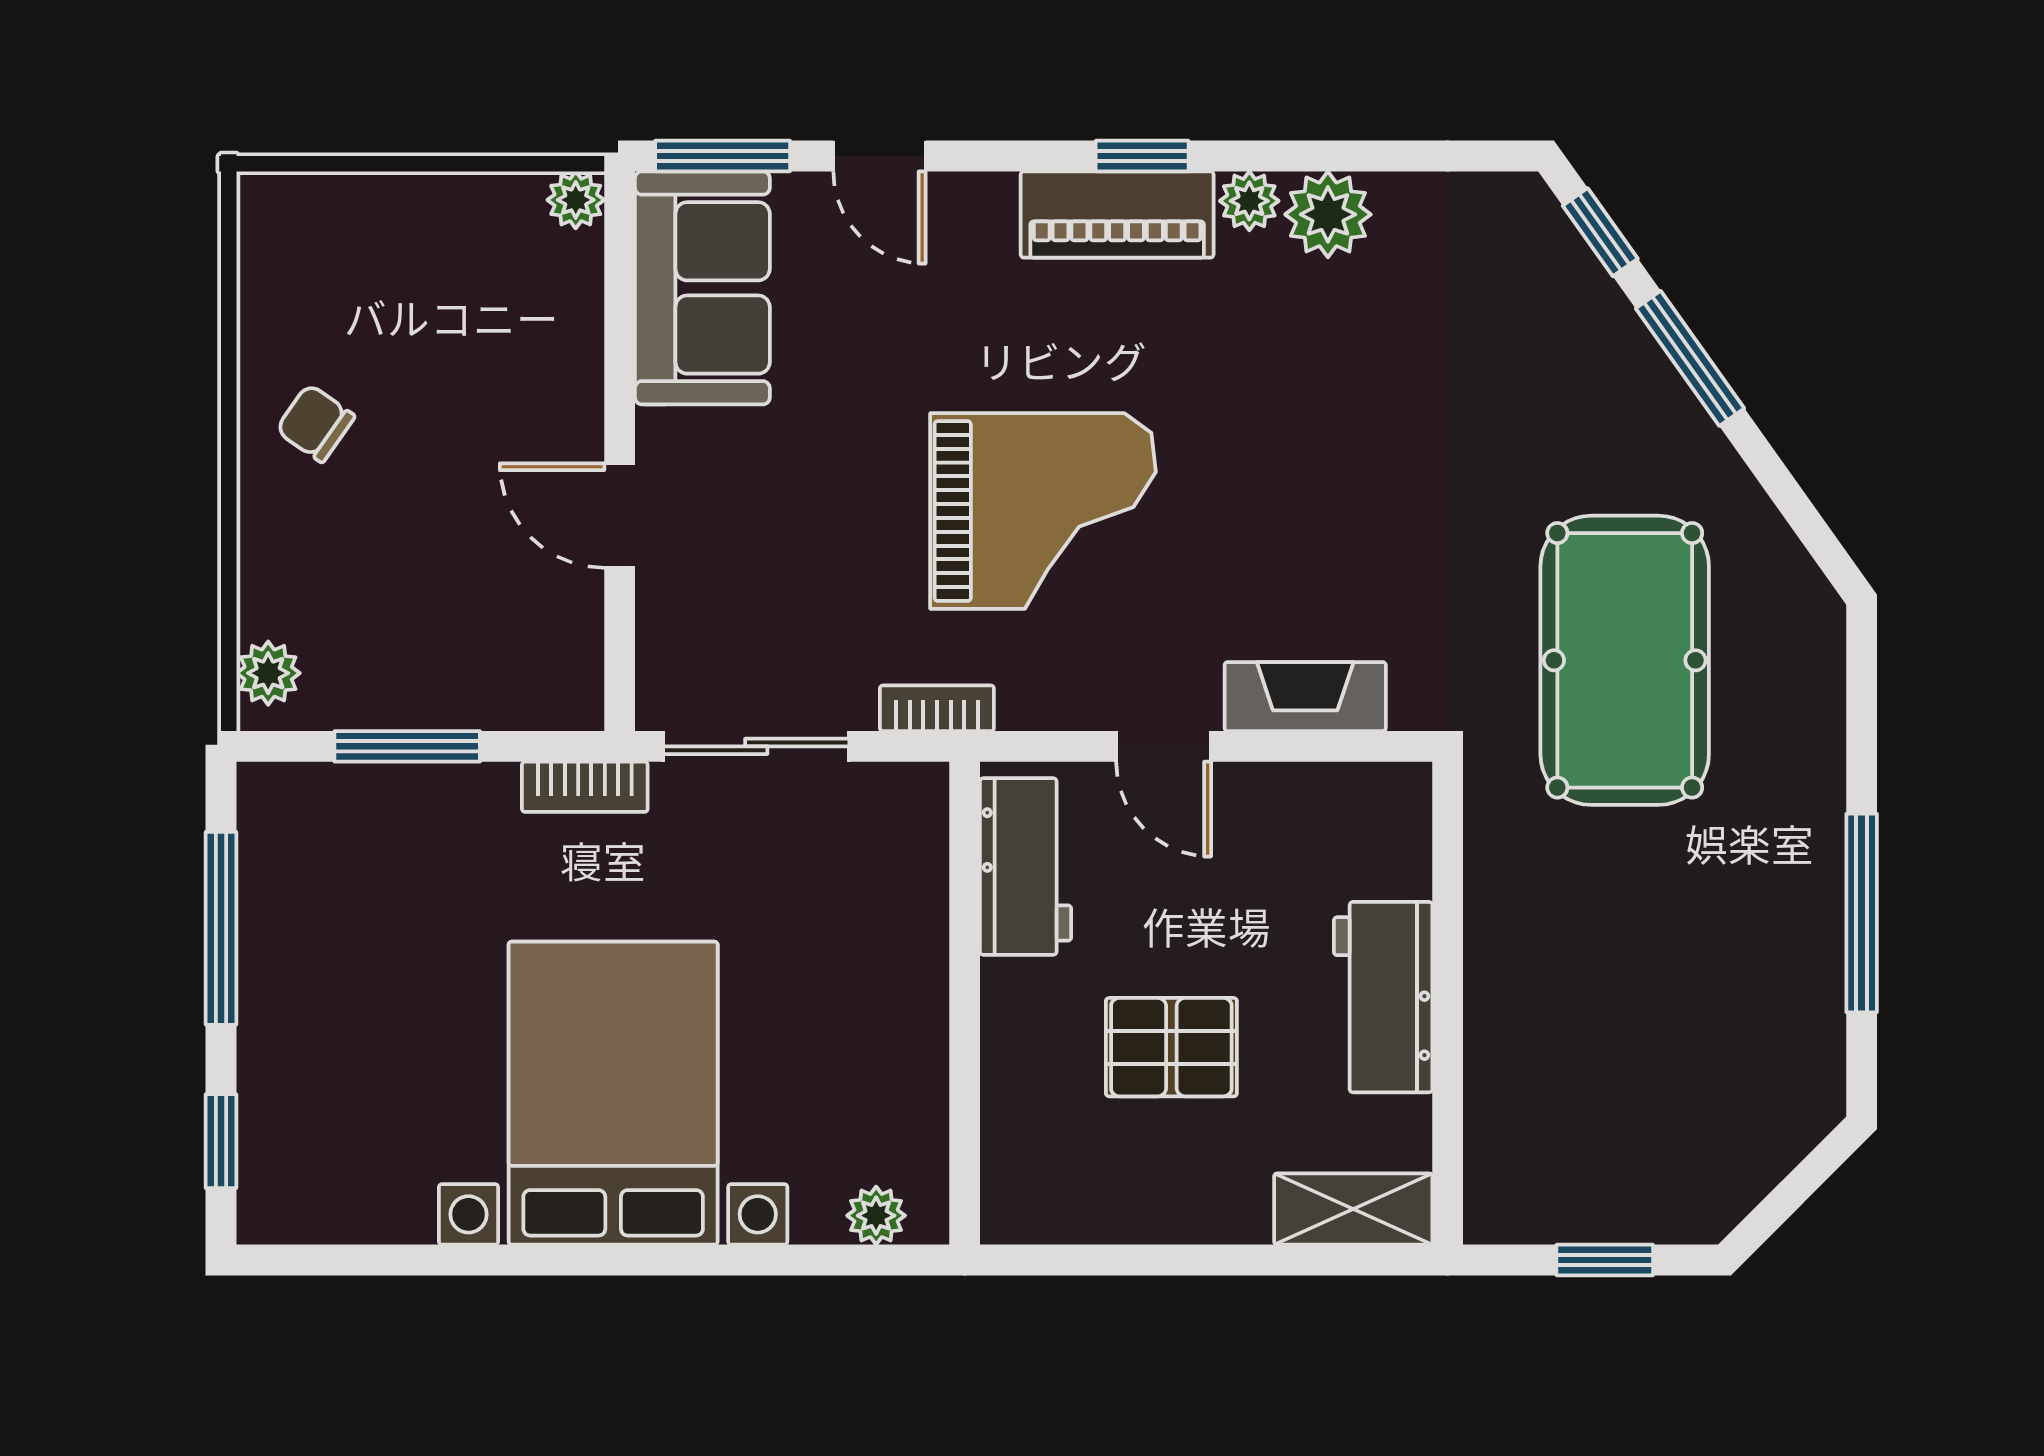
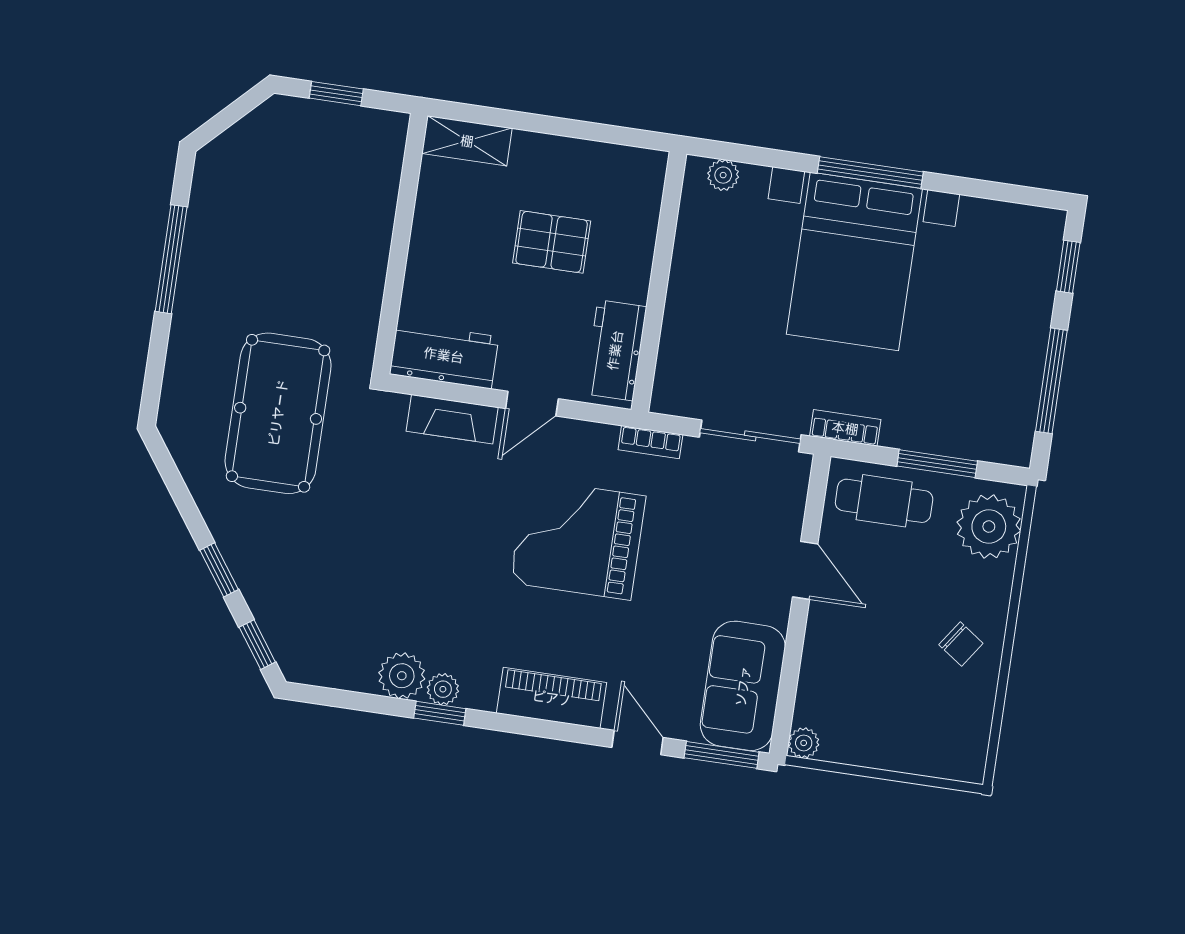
window: (1142, 156) -> (440, 713), moved
piano: (1117, 214) -> (552, 698), moved
window: (1690, 358) -> (219, 570), width x0.67
cafe table: (494, 664) -> (884, 501), added
plant: (268, 673) -> (989, 526), width x1.88, depth x1.88
door: (1164, 746) -> (532, 404), swing flipped
workbench: (1383, 997) -> (444, 355), moved, turned -90
window: (608, 1260) -> (870, 172), added

